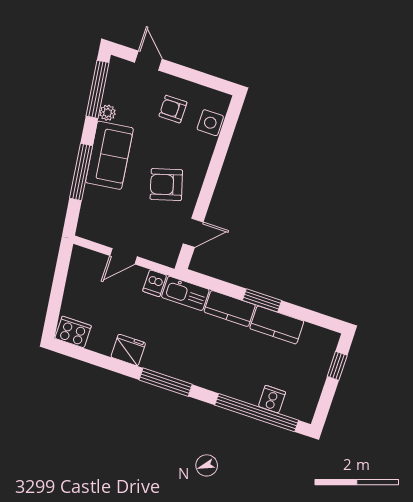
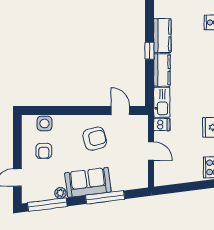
armchair: (166, 185) -> (95, 139), turned -88
window: (262, 300) -> (150, 51), width x0.67

